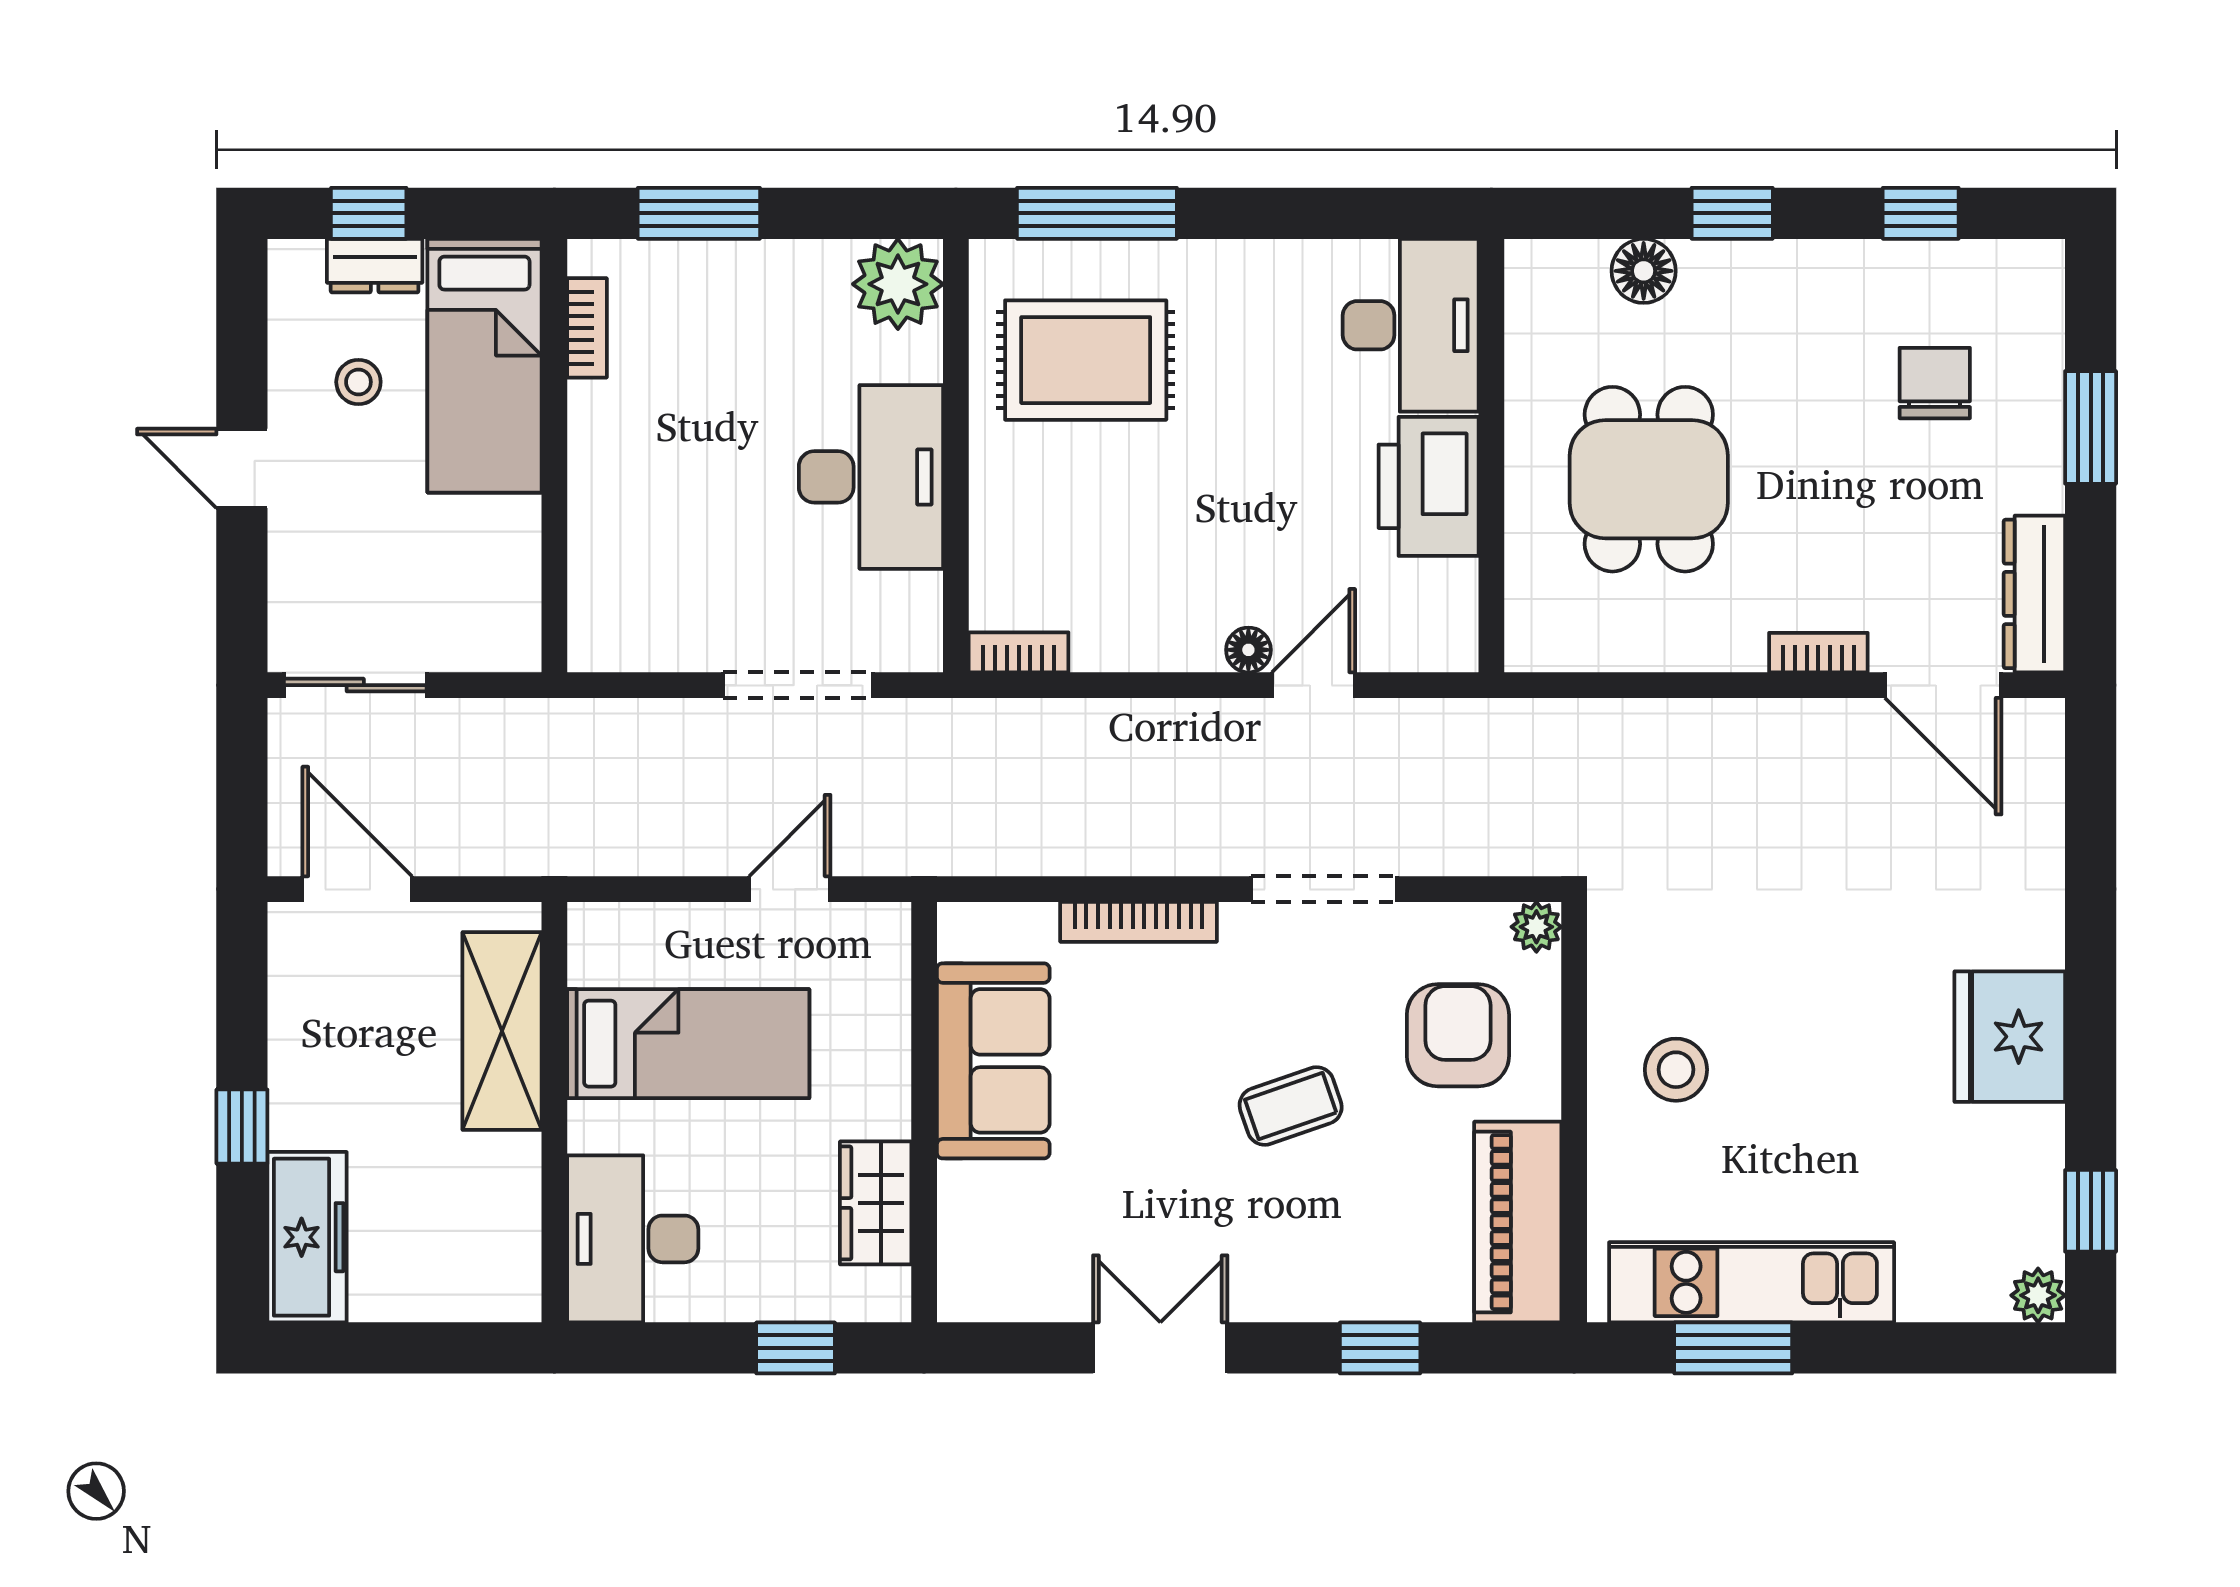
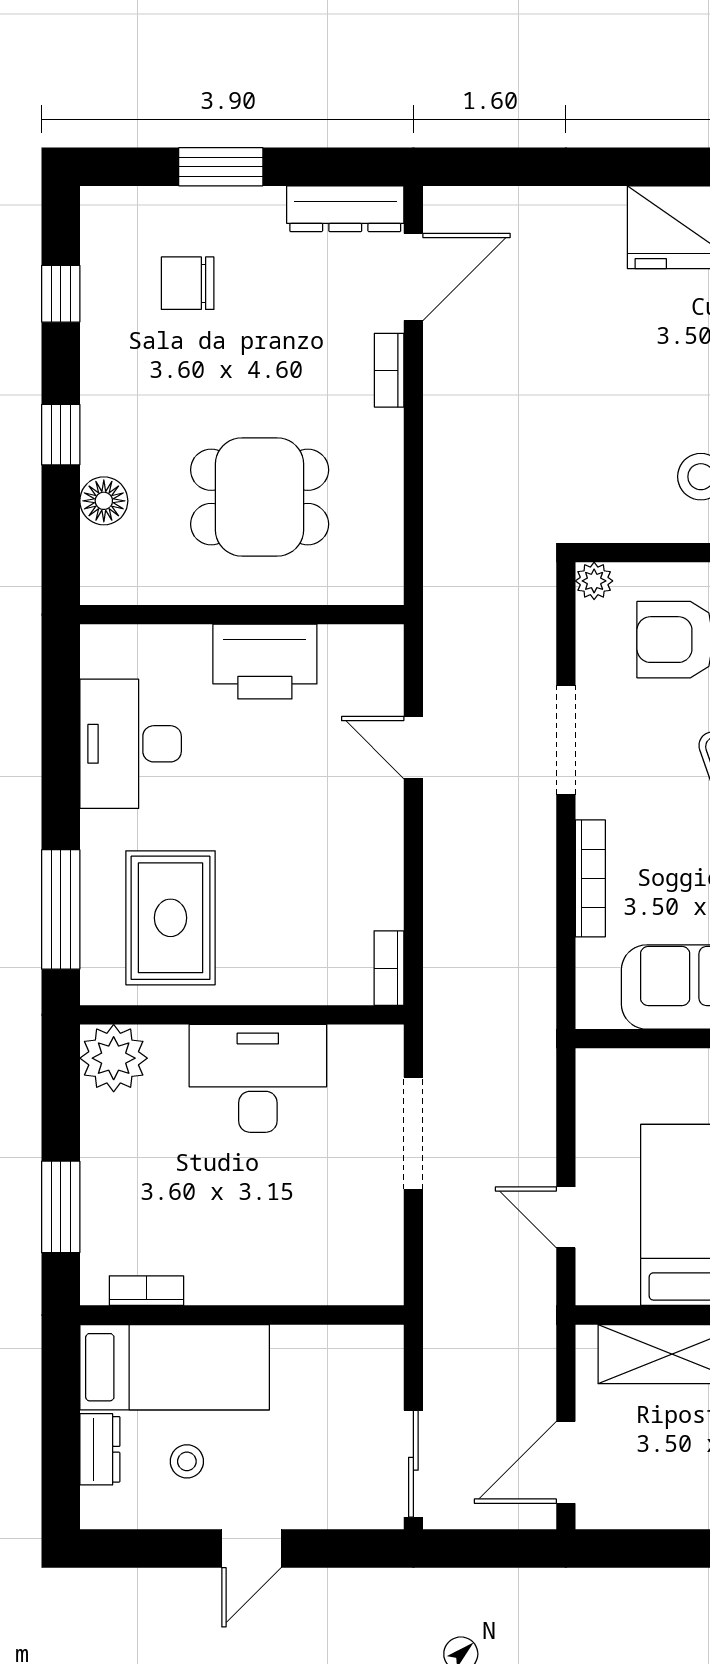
window: (369, 213) -> (61, 1454), removed
desk: (1411, 325) -> (131, 744), moved, turned -90
floor lamp: (1248, 650) -> (387, 796), removed
door: (790, 889) -> (566, 1217), moved

